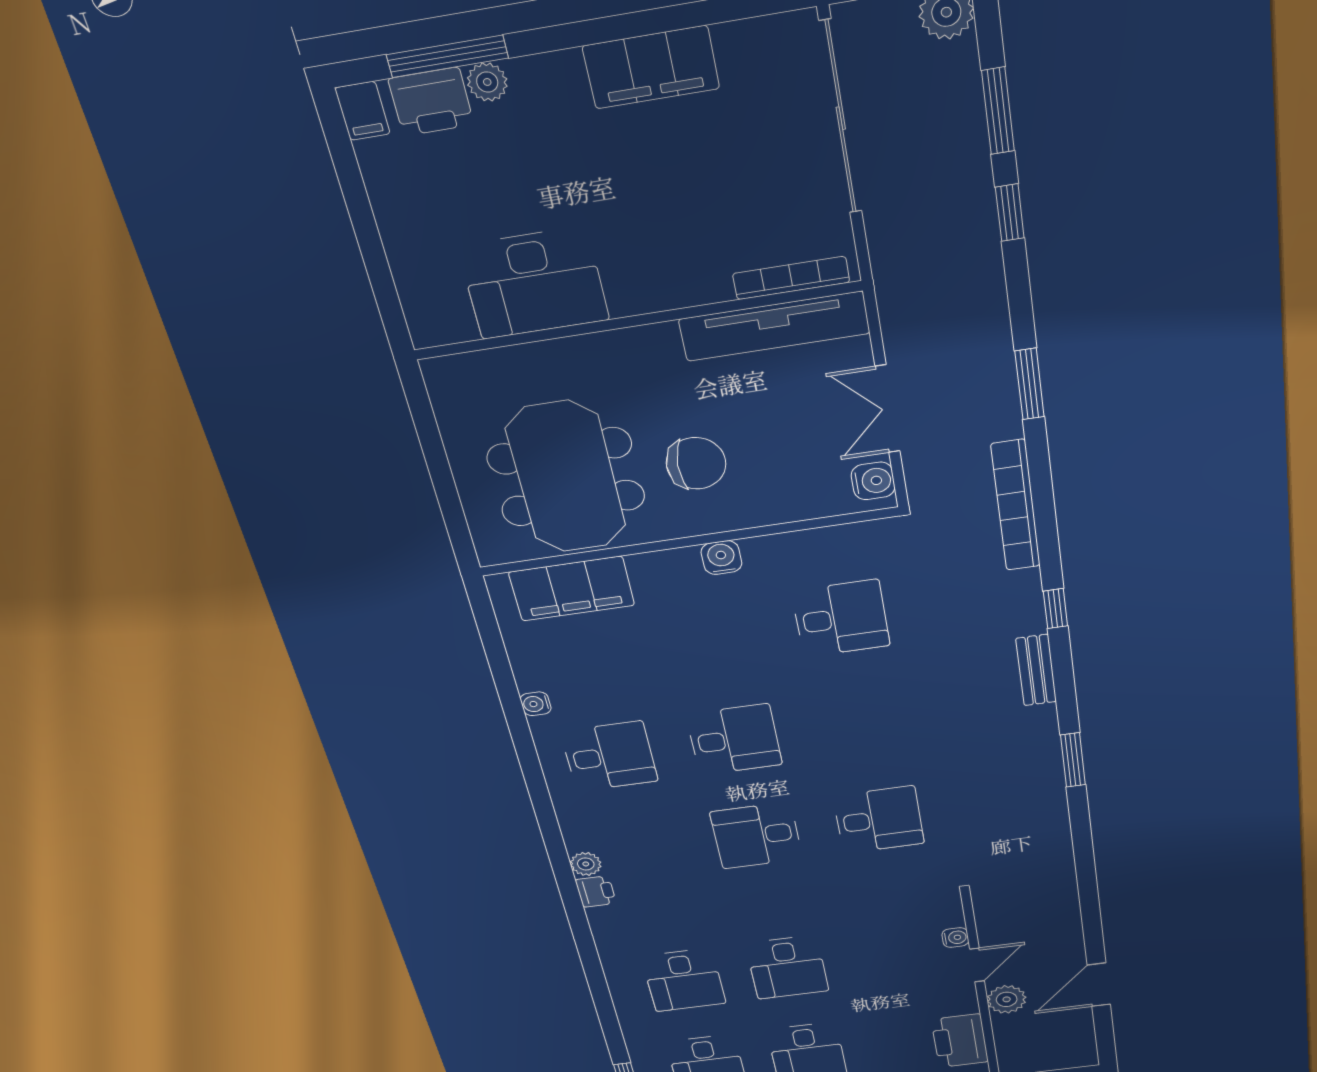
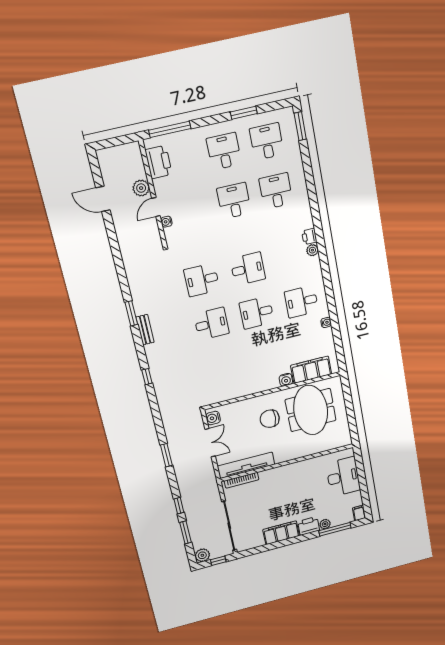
printer: (431, 102) -> (309, 526), moved
desk: (534, 283) -> (343, 477), moved, turned 90
bookcase: (1016, 506) -> (166, 414), removed
water cooler: (721, 558) -> (286, 380), moved
desk: (841, 618) -> (211, 324), moved, turned 180
bench: (1036, 670) -> (145, 330), moved
door: (1099, 985) -> (103, 199), swing flipped

